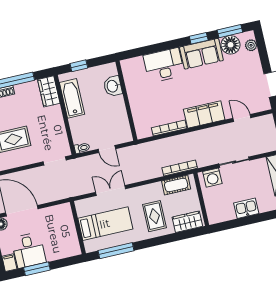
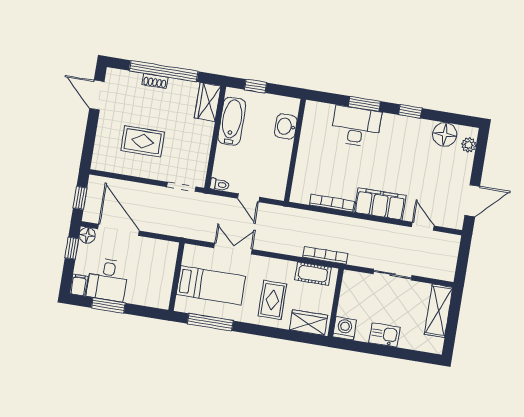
window: (230, 31) -> (364, 104), moved
sofa: (201, 54) -> (406, 131), removed
washing machine: (212, 178) -> (345, 328), moved, turned 180

